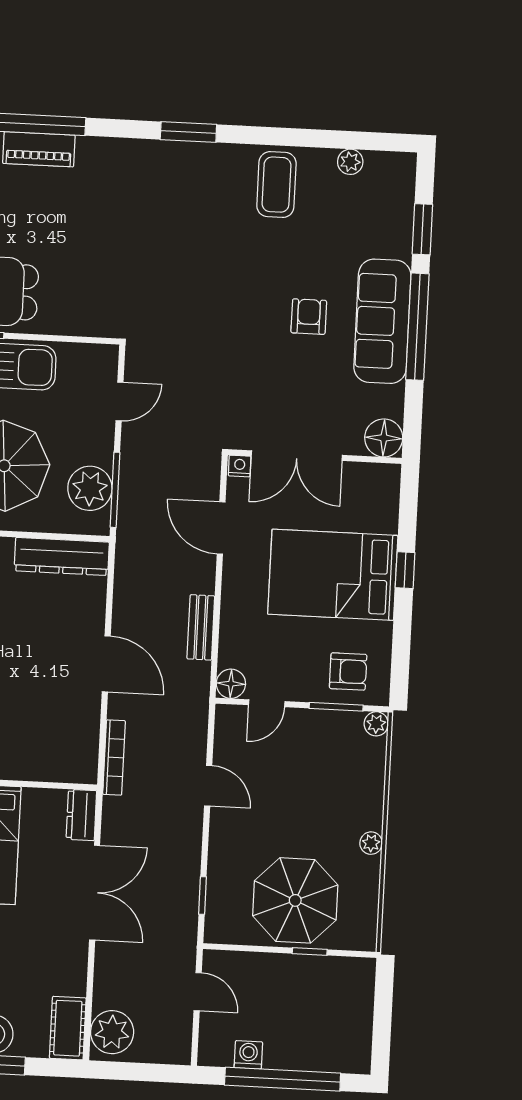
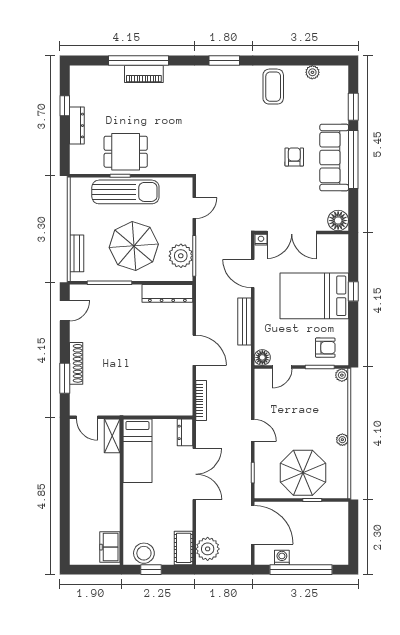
bench: (201, 627) -> (244, 322), width x1.36
door: (208, 786) -> (253, 430), moved
door: (198, 992) -> (253, 525), width x1.88

